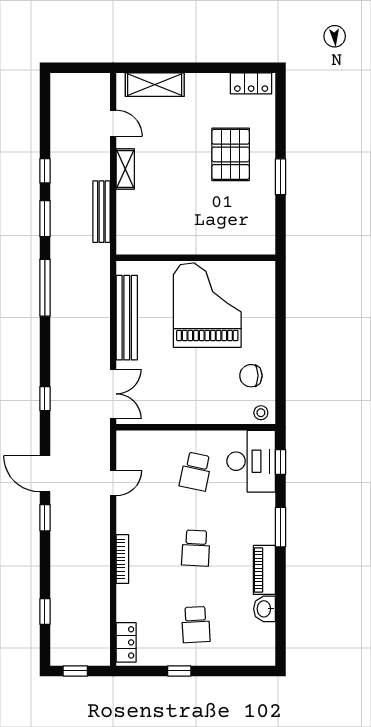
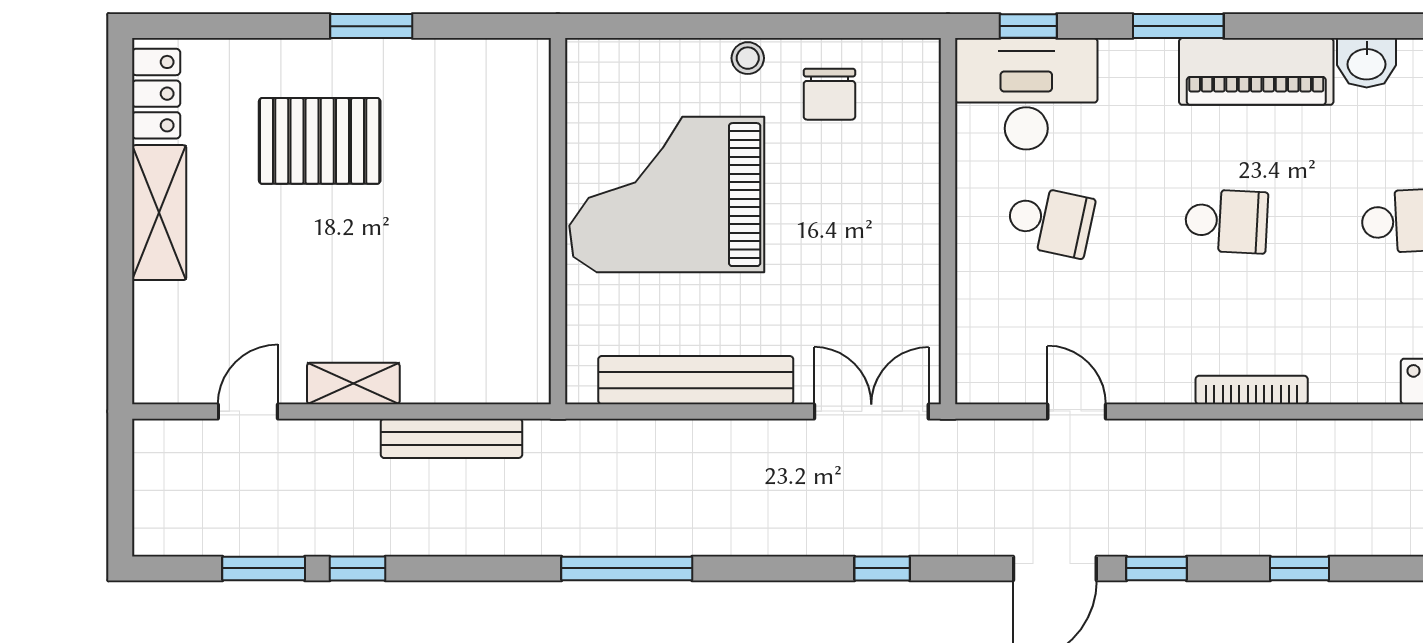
shelving: (155, 85) -> (159, 213), moved
window: (45, 219) -> (264, 568), moved
stool: (261, 413) -> (748, 58), moved
piano: (264, 570) -> (1256, 71), width x1.37, depth x1.33
window: (45, 612) -> (1299, 568), moved

